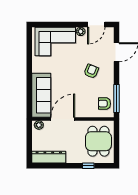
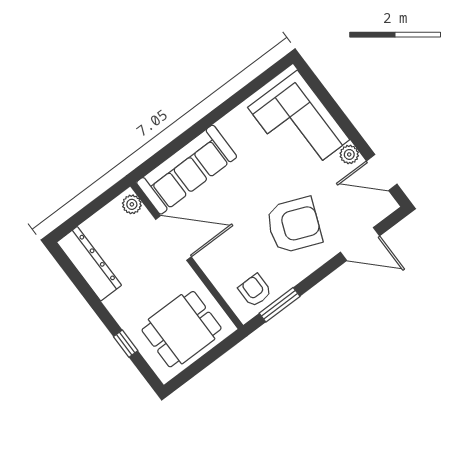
armchair: (91, 71) -> (294, 225), width x1.88, depth x1.88
window: (116, 99) -> (280, 305), width x0.69

